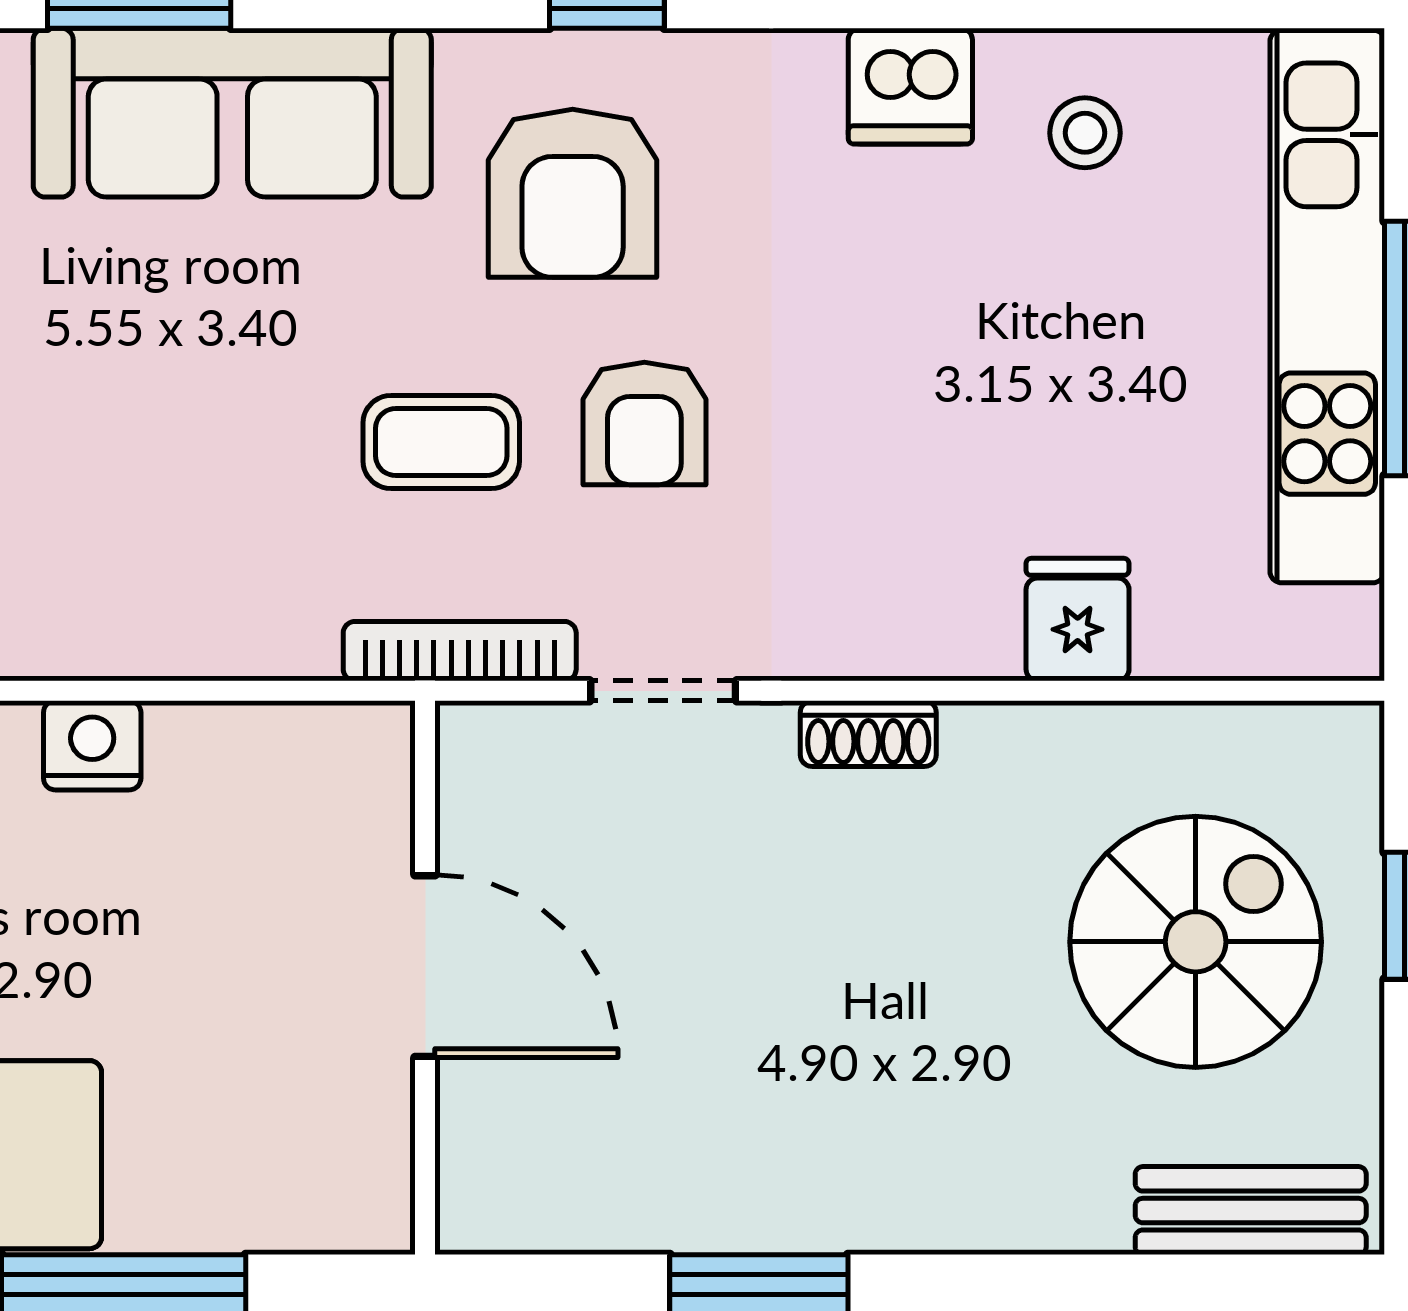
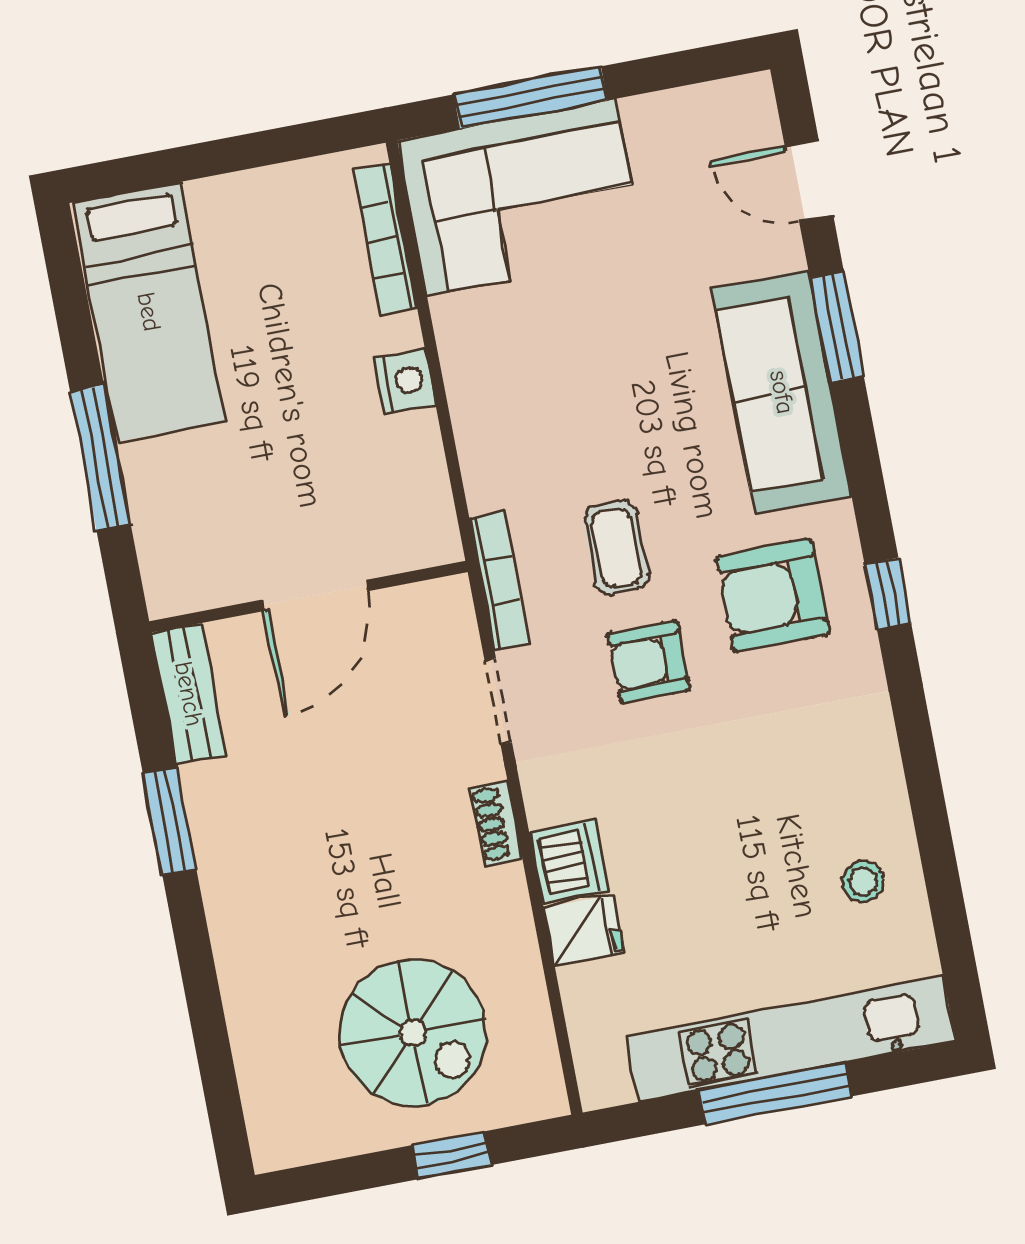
dishwasher: (910, 86) -> (569, 862), moved, turned 180
bench: (1251, 1211) -> (189, 694), moved

